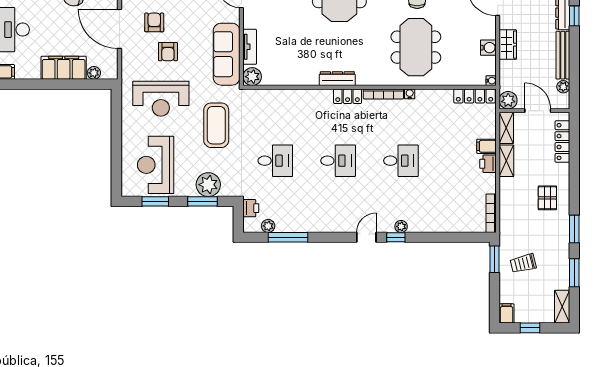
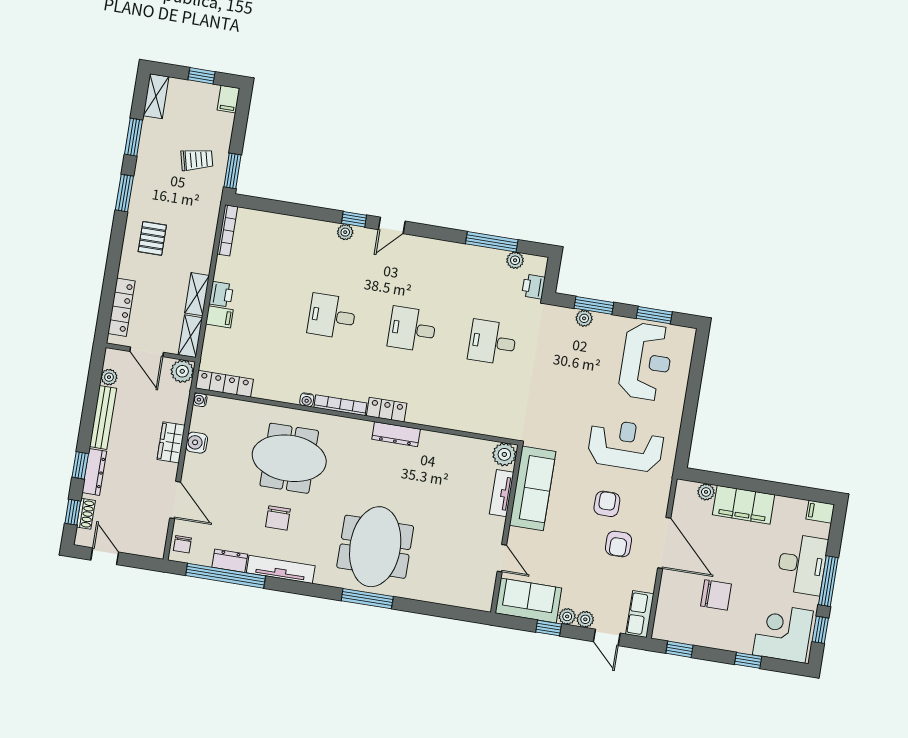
meeting table: (416, 47) -> (289, 458), turned 90
coffee table: (216, 125) -> (560, 400), removed
plant: (208, 185) -> (584, 318), width x0.53, depth x0.53

